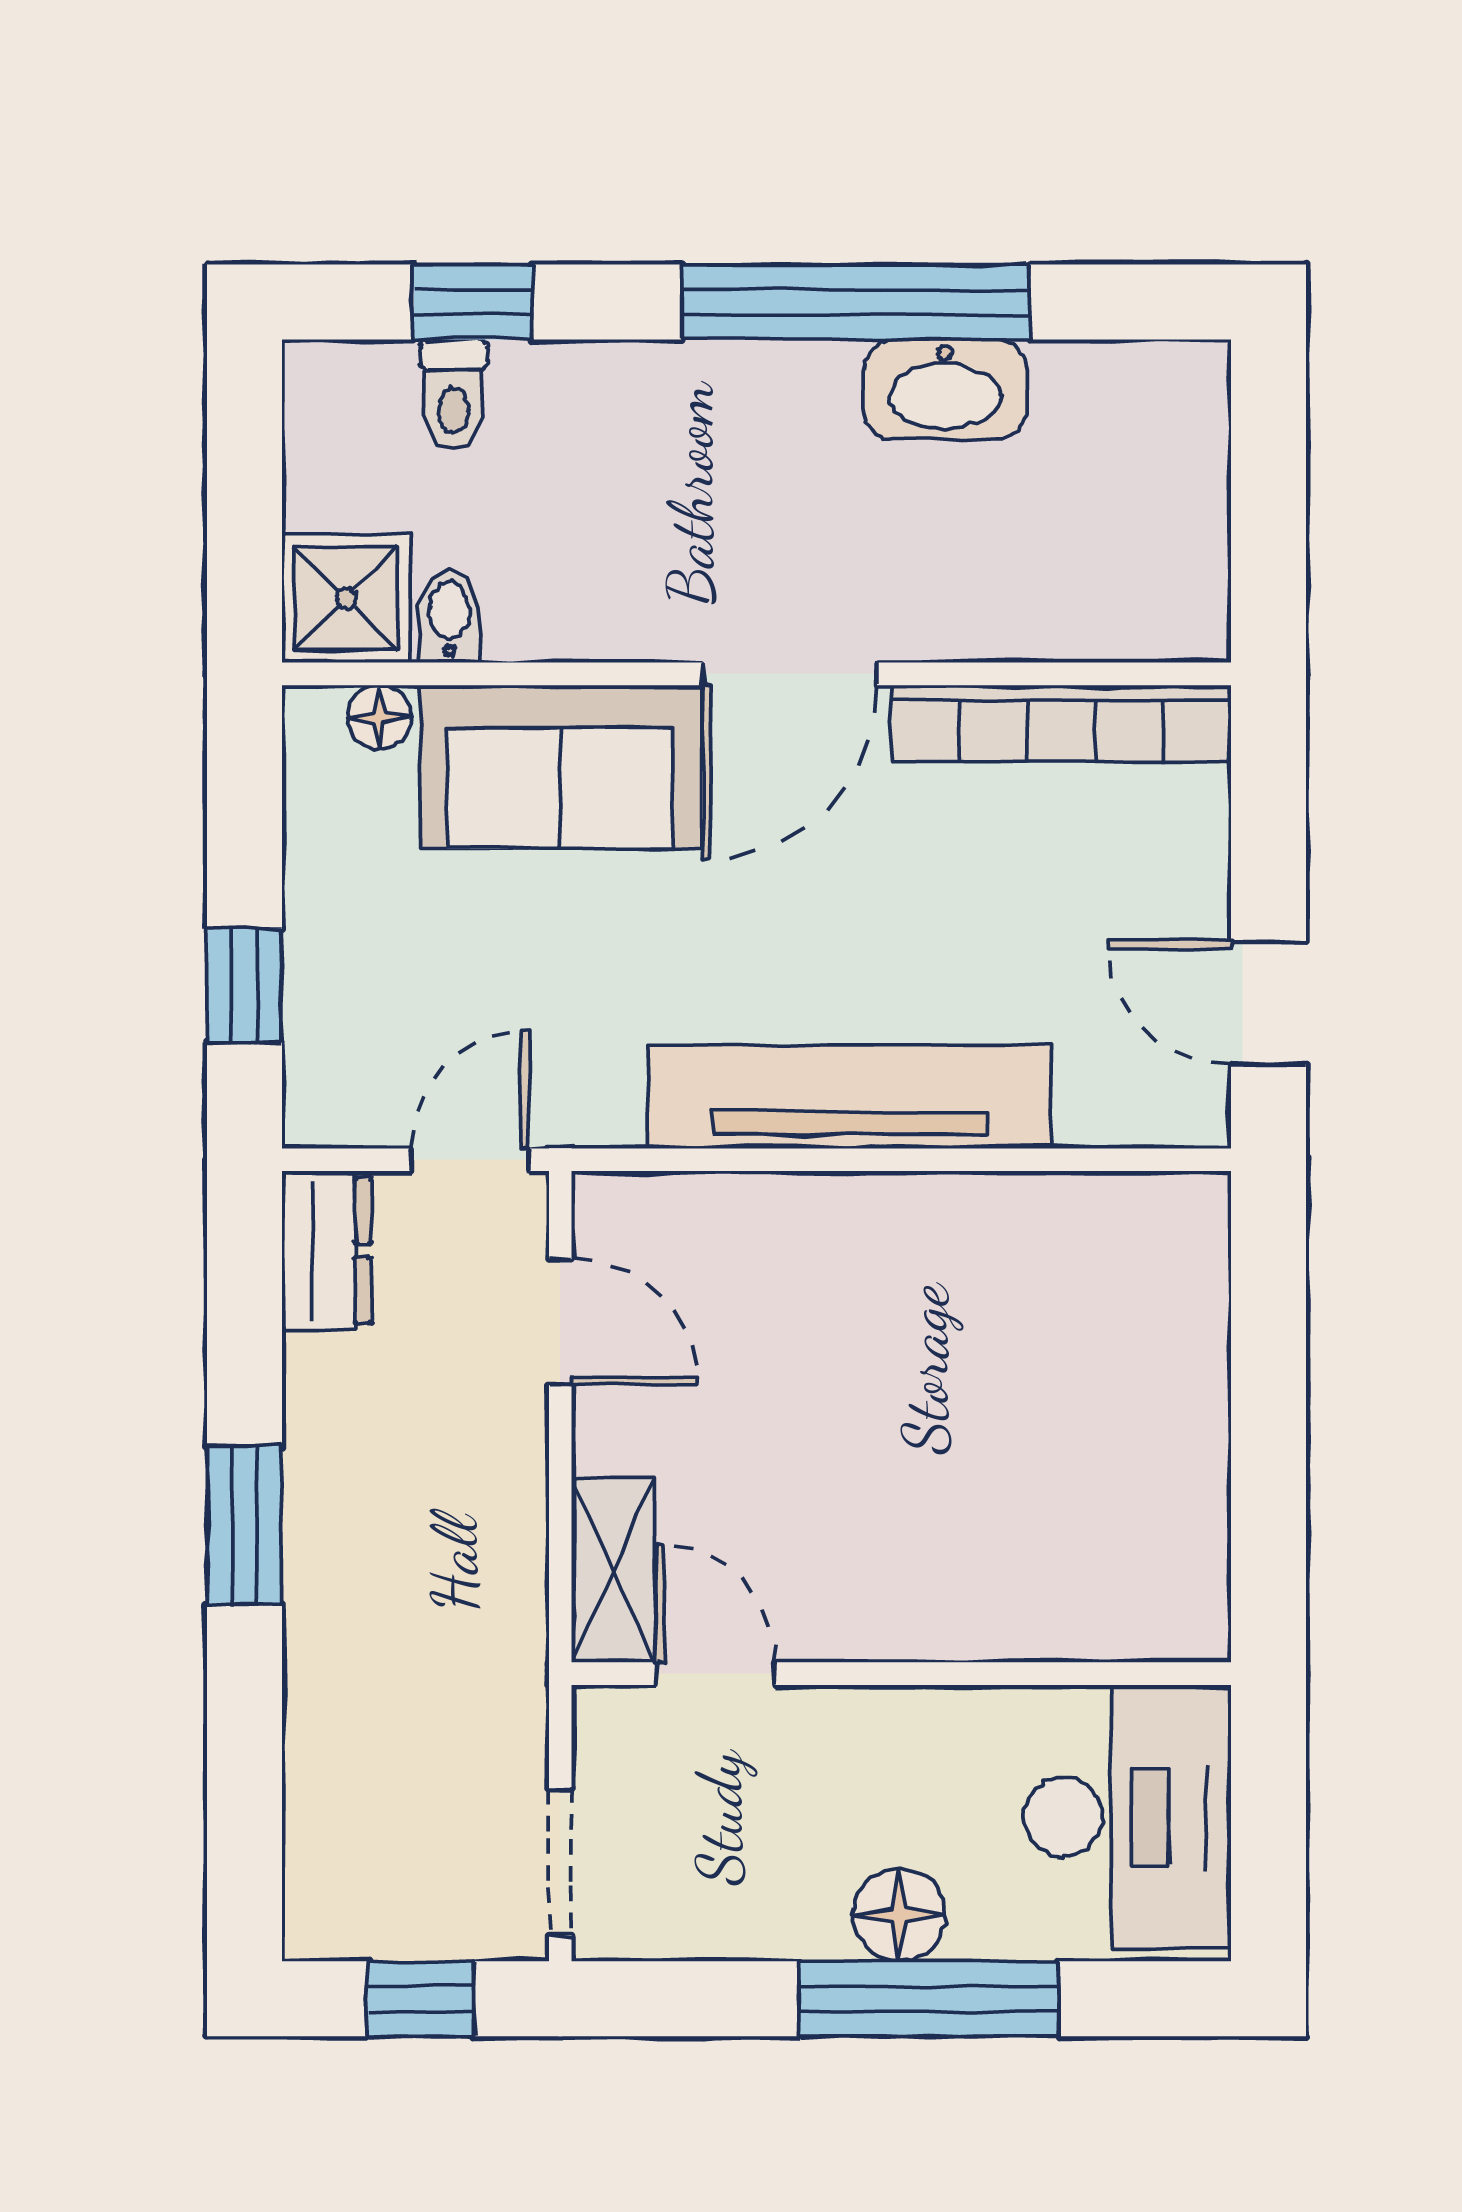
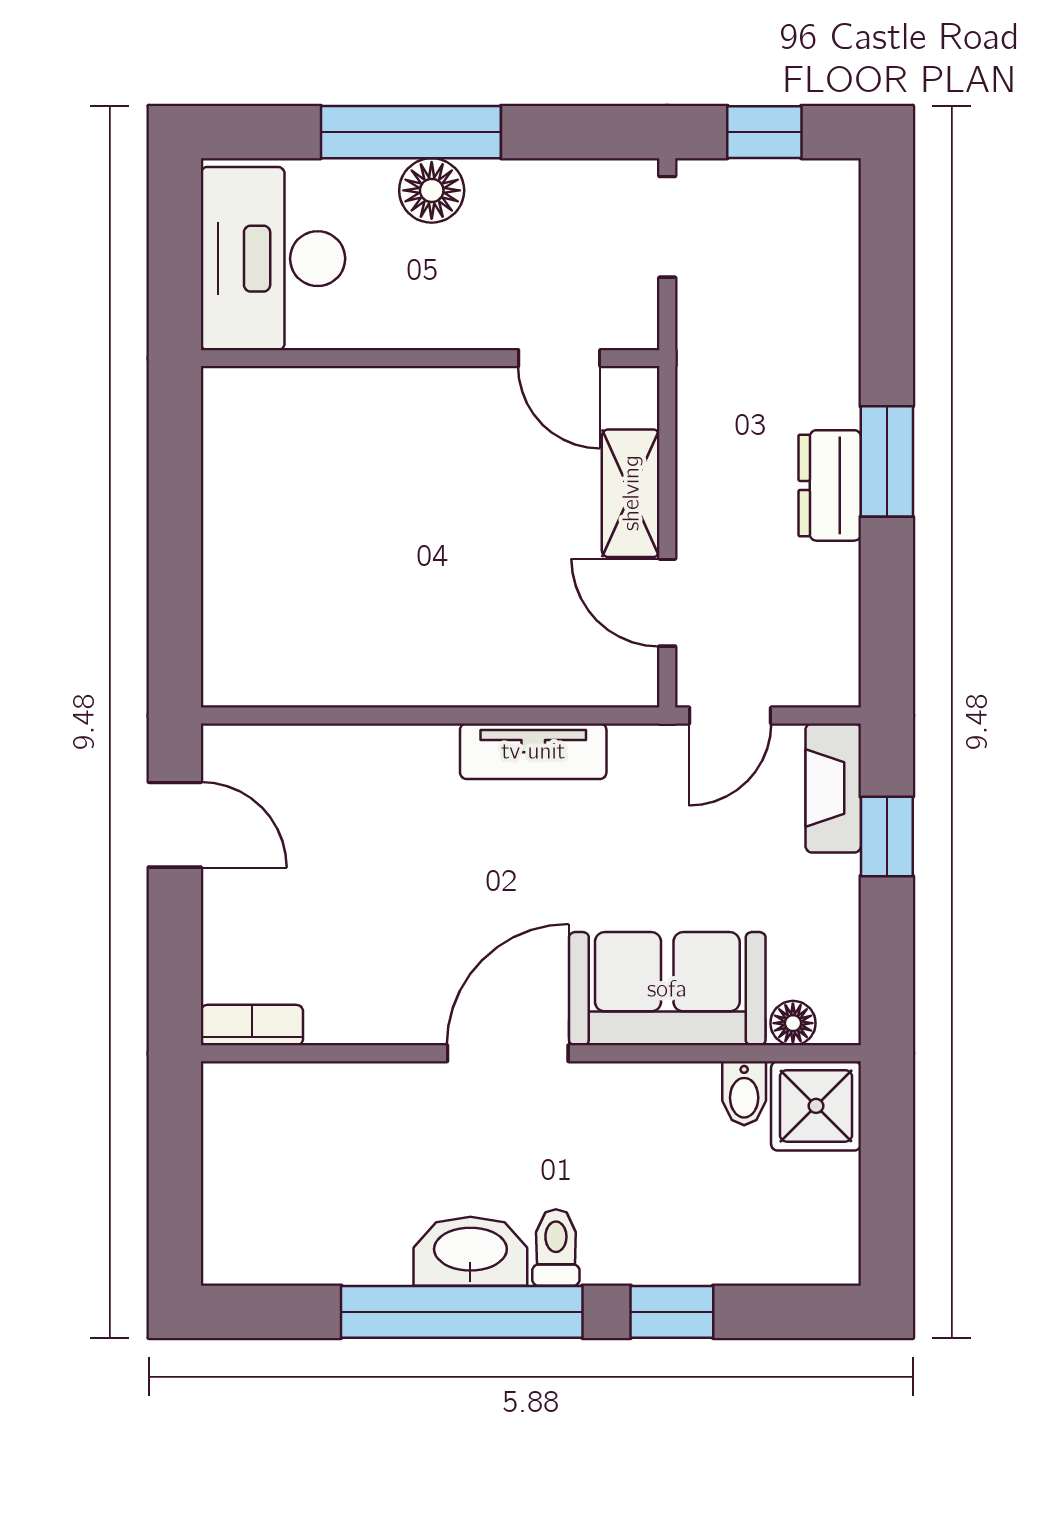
window: (473, 302) -> (672, 1312), moved
washbasin: (945, 389) -> (470, 1251), moved
toilet: (454, 395) -> (556, 1247), moved
bookcase: (1061, 724) -> (252, 1025), width x0.43, depth x0.76
fireplace: (322, 1055) -> (833, 788), added
tv unit: (849, 1097) -> (533, 751), width x0.52, depth x0.78
dresser: (327, 1251) -> (830, 485), moved
shelving: (613, 1571) -> (631, 493), moved

